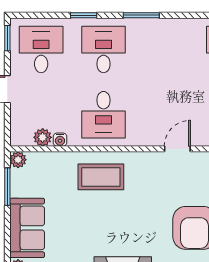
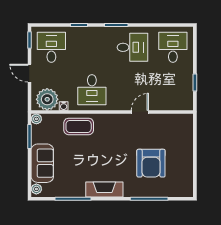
desk: (104, 49) -> (132, 47), moved, turned 90
plant: (43, 137) -> (47, 99), width x1.87, depth x1.87
coffee table: (101, 177) -> (79, 126), moved

